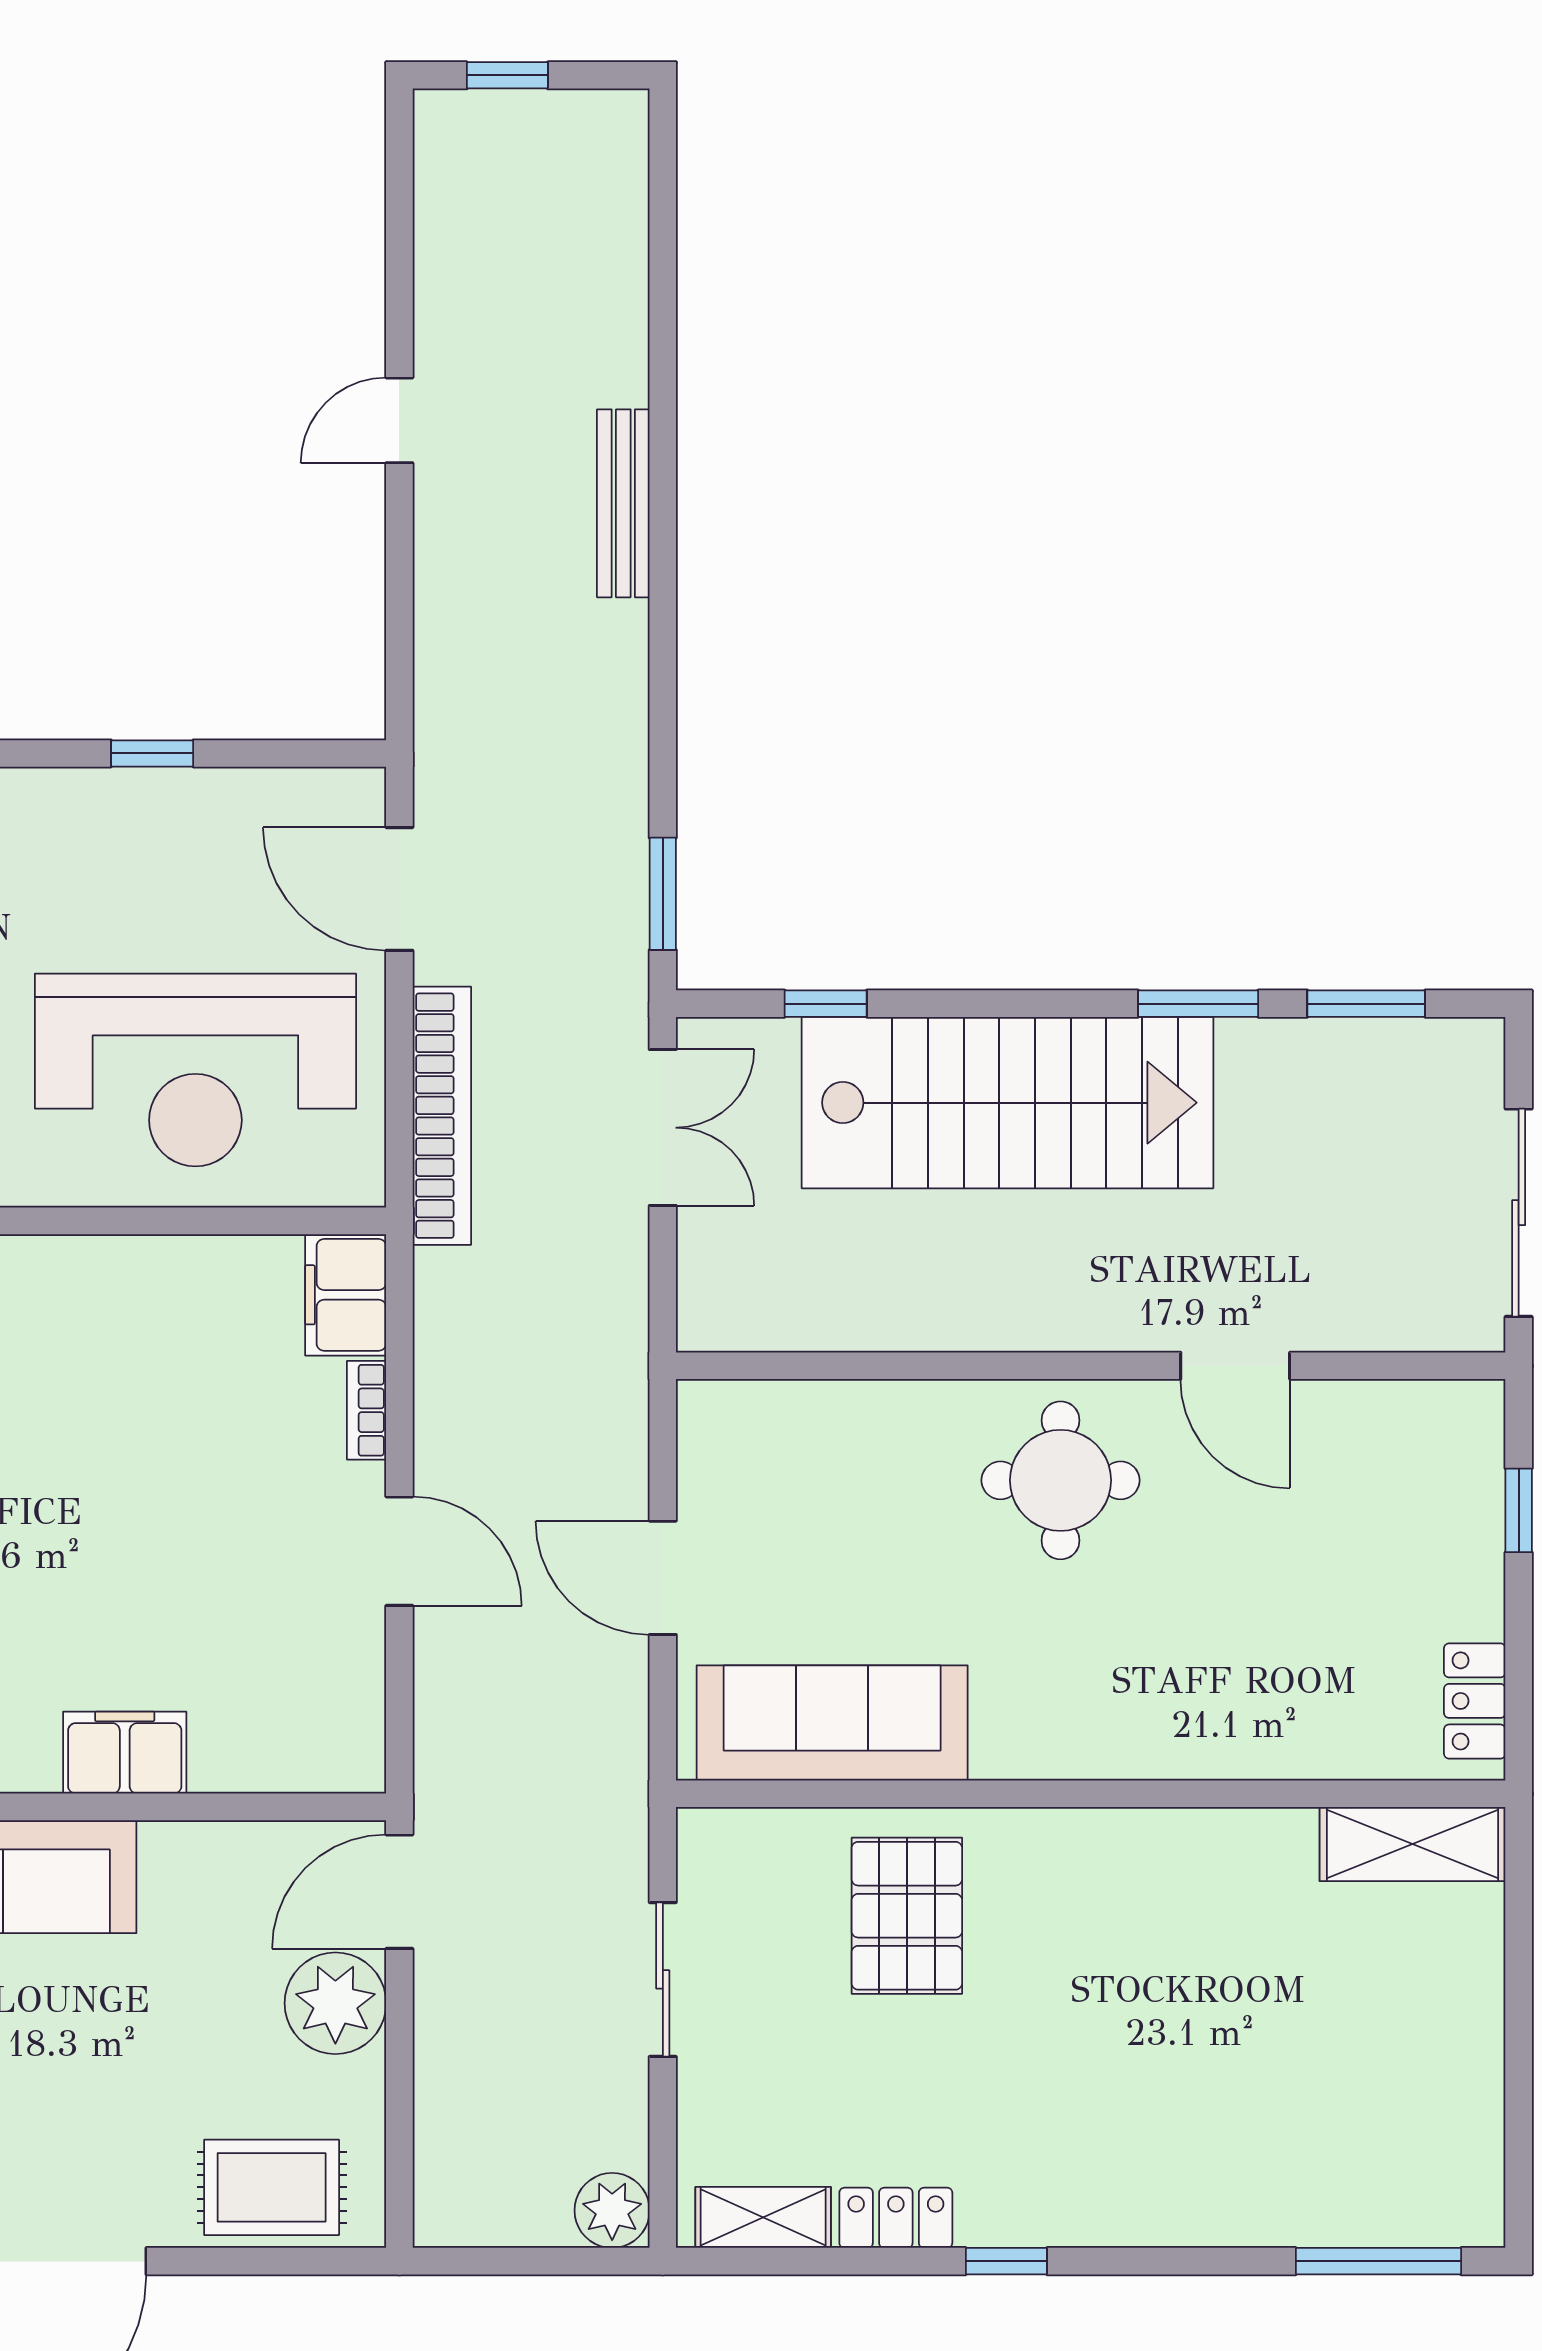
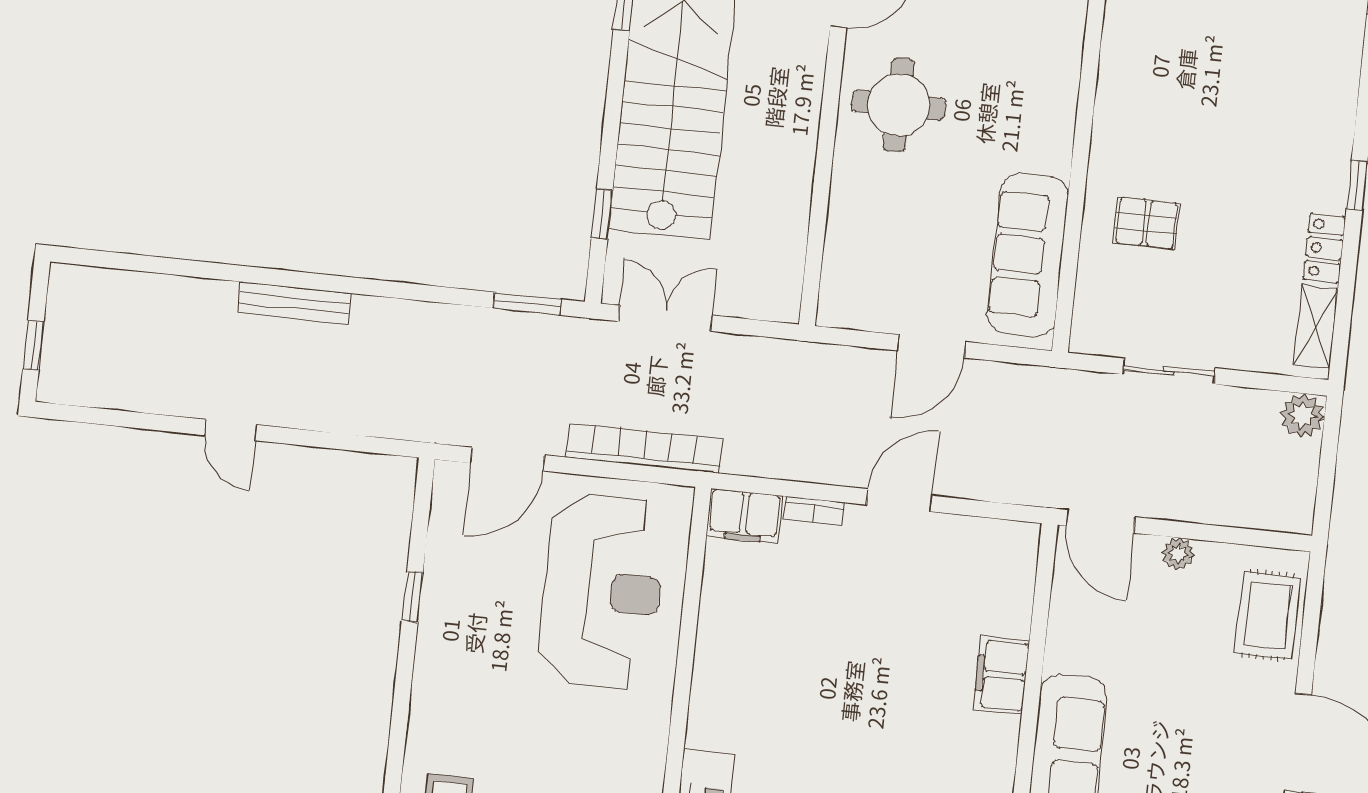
pallet: (907, 1916) -> (1146, 223), width x0.67, depth x0.71
plant: (335, 2003) -> (1178, 554), width x0.53, depth x0.53

